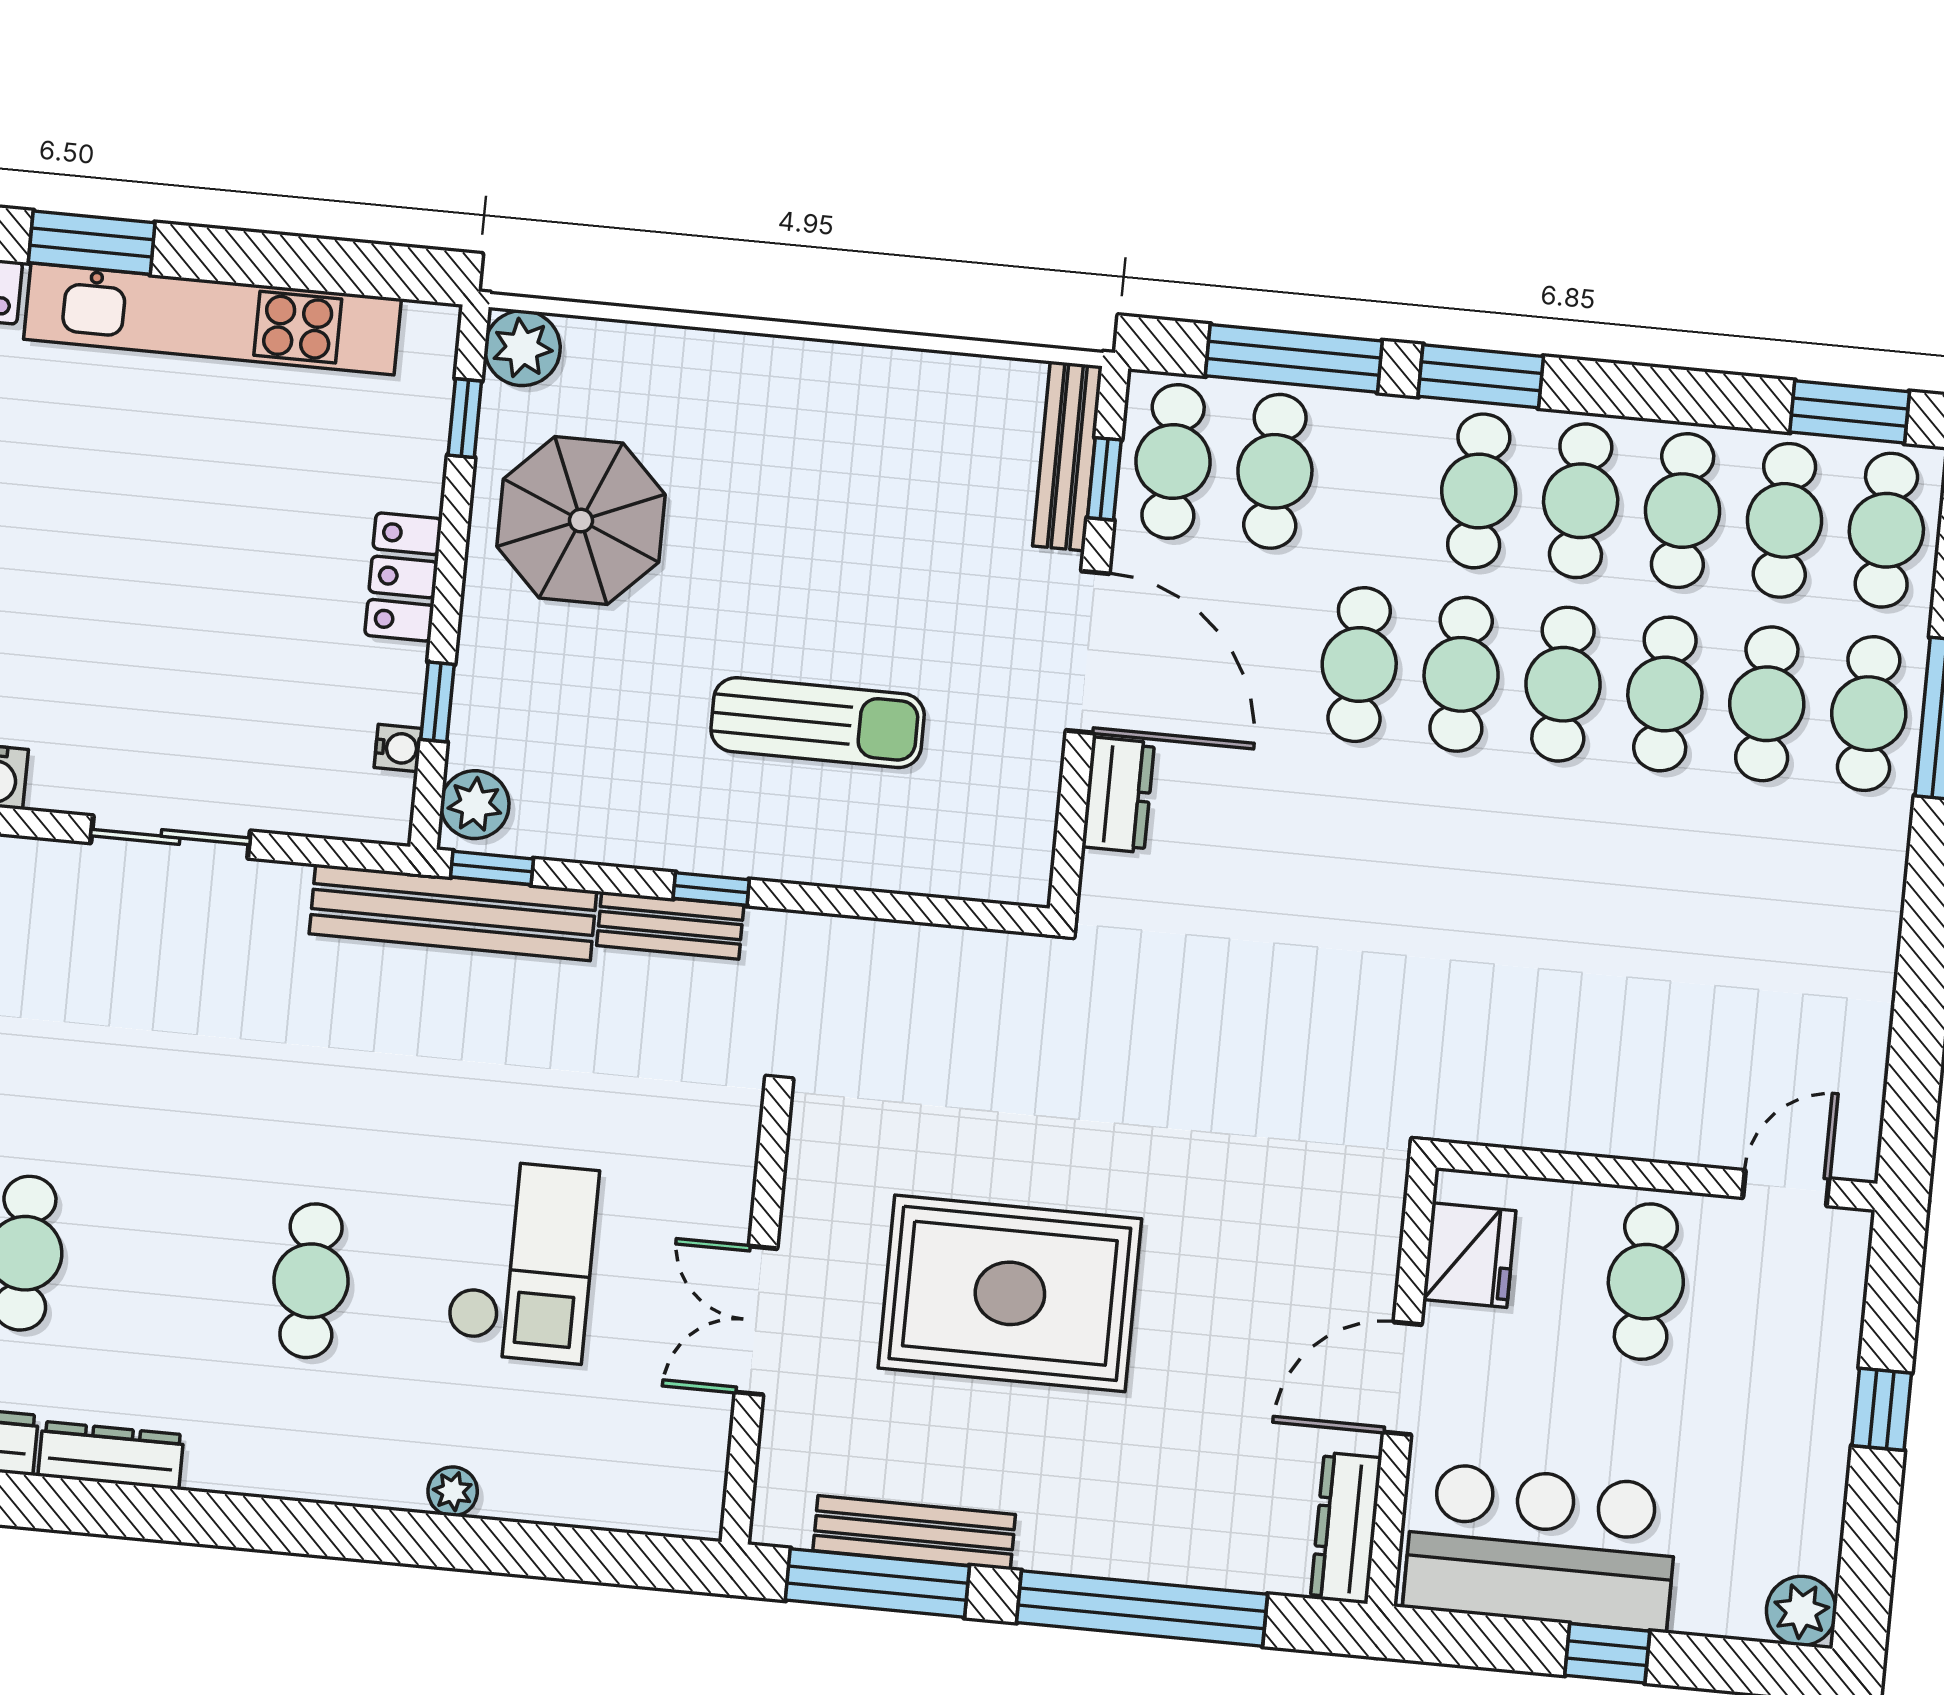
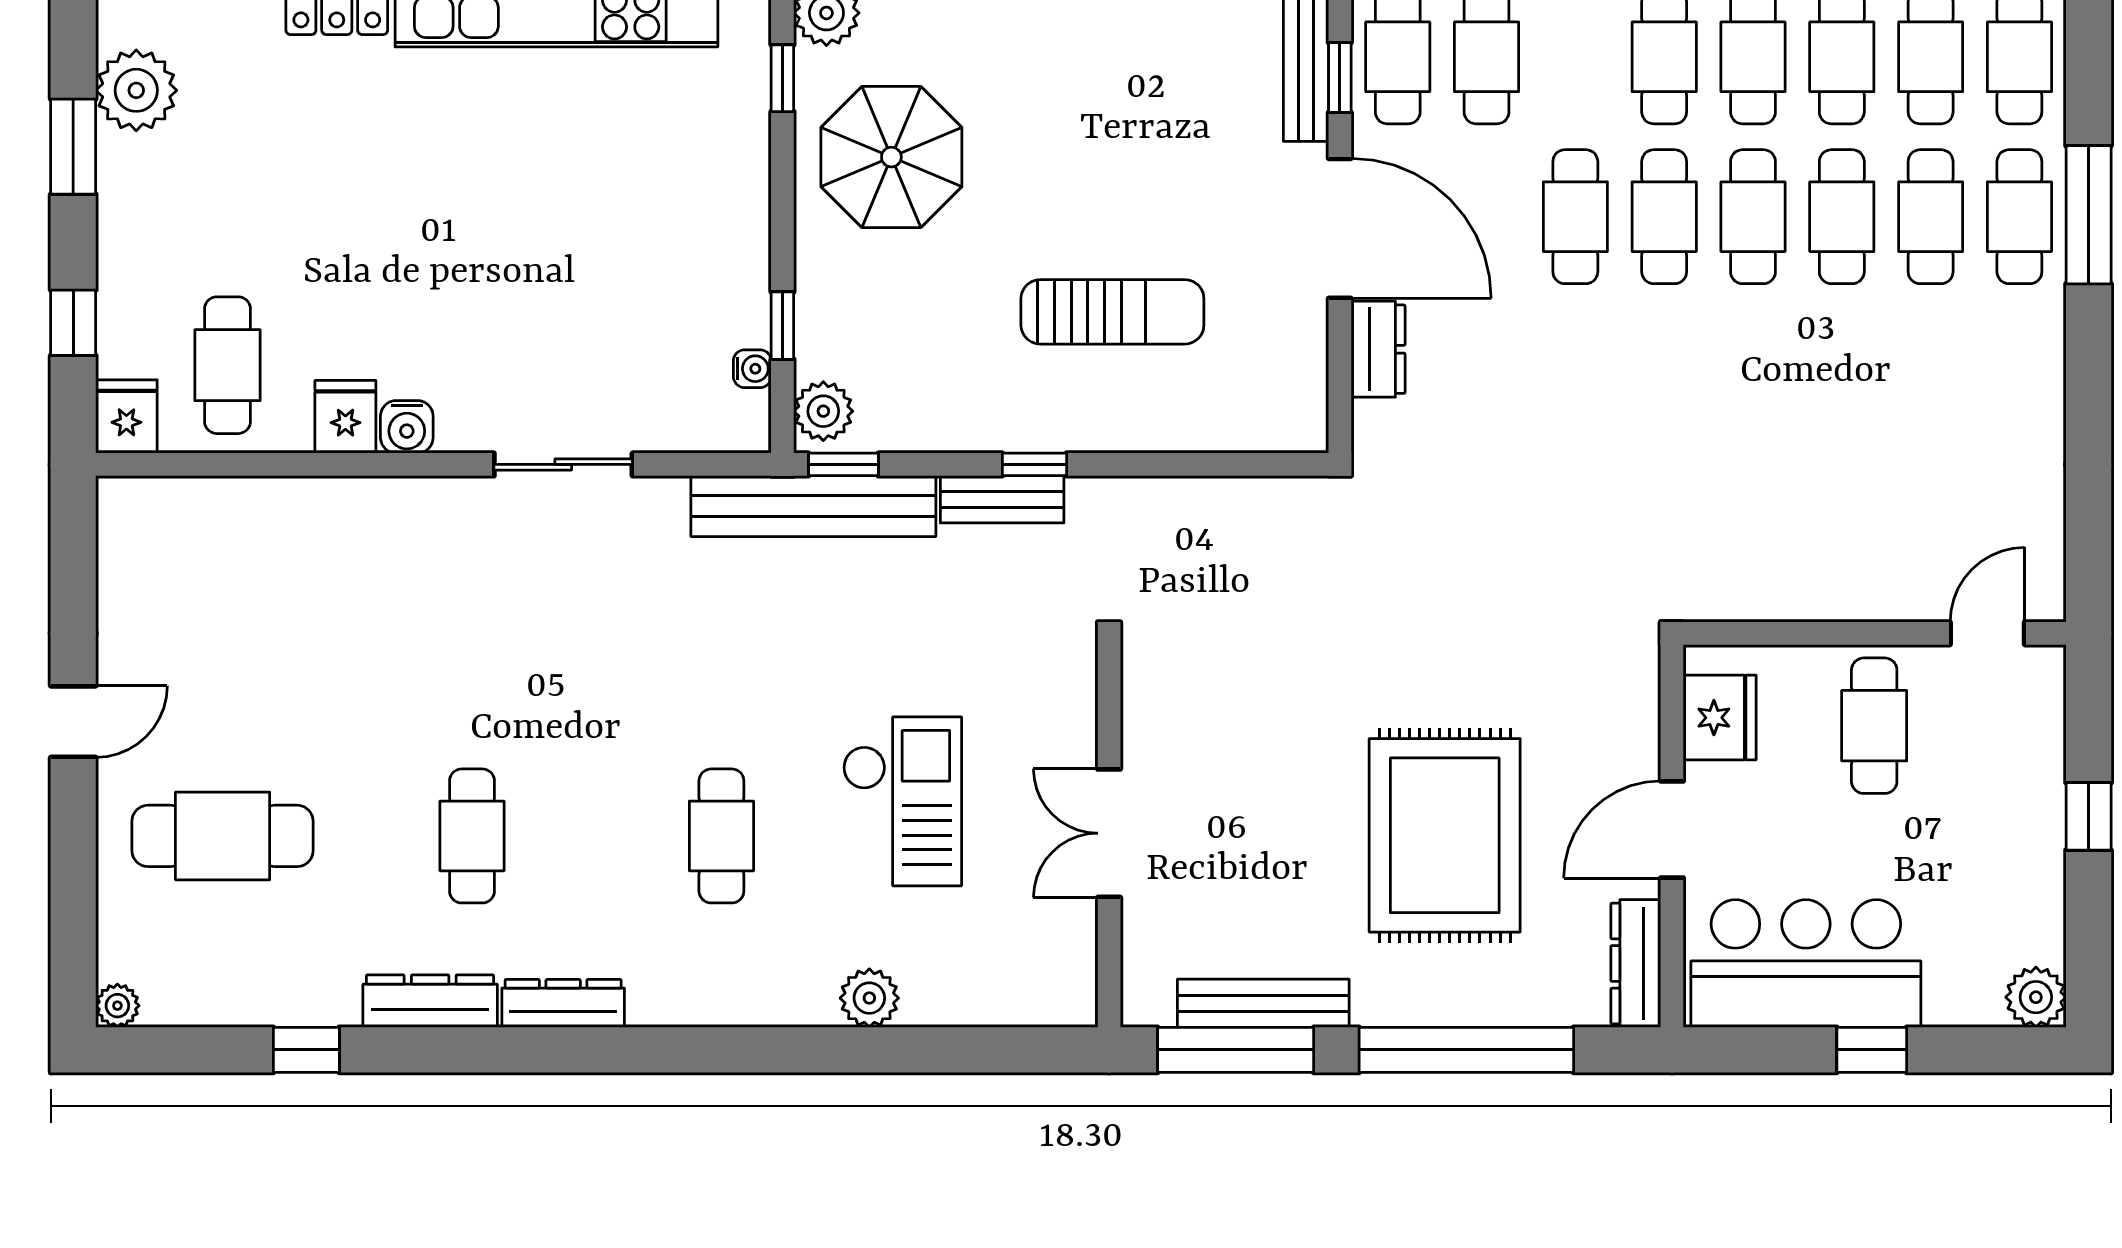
locker: (403, 577) -> (743, 221), removed
rug: (1010, 1293) -> (1445, 835), moved, turned 90
plant: (453, 1491) -> (869, 998), width x1.38, depth x1.38

